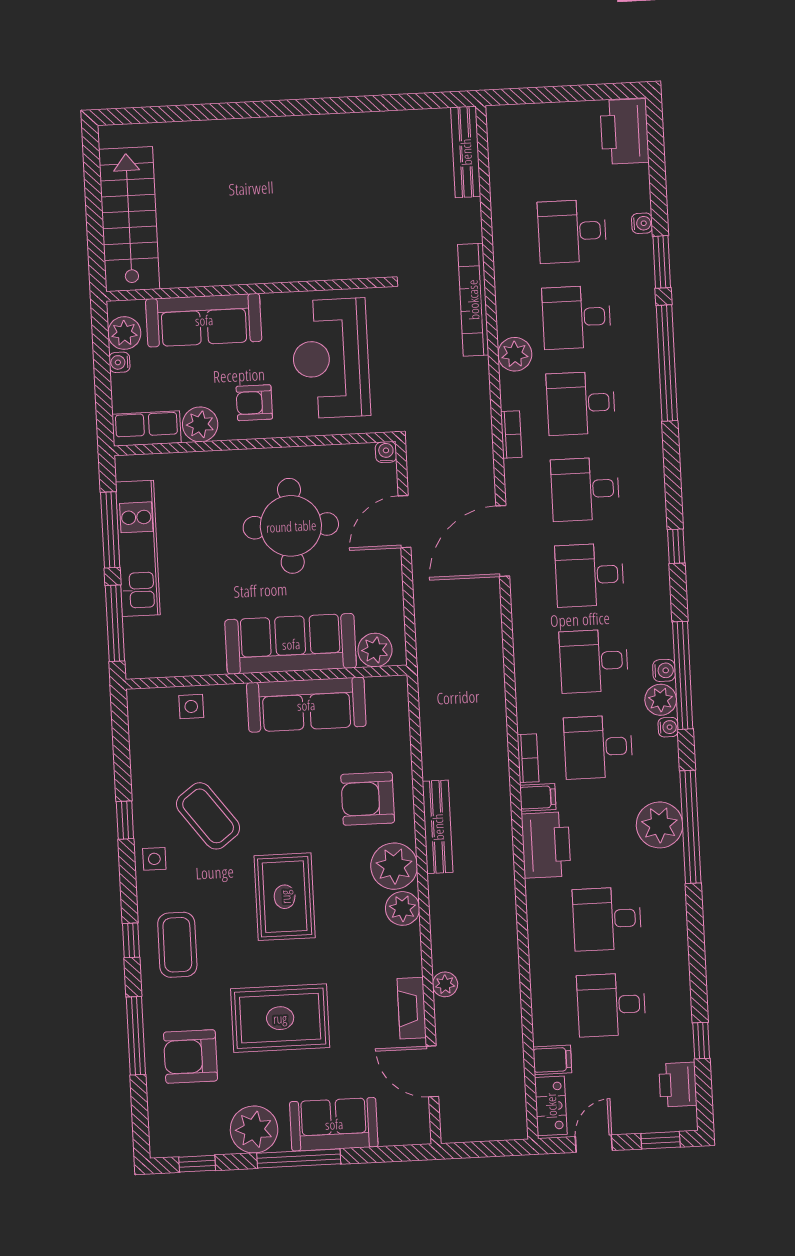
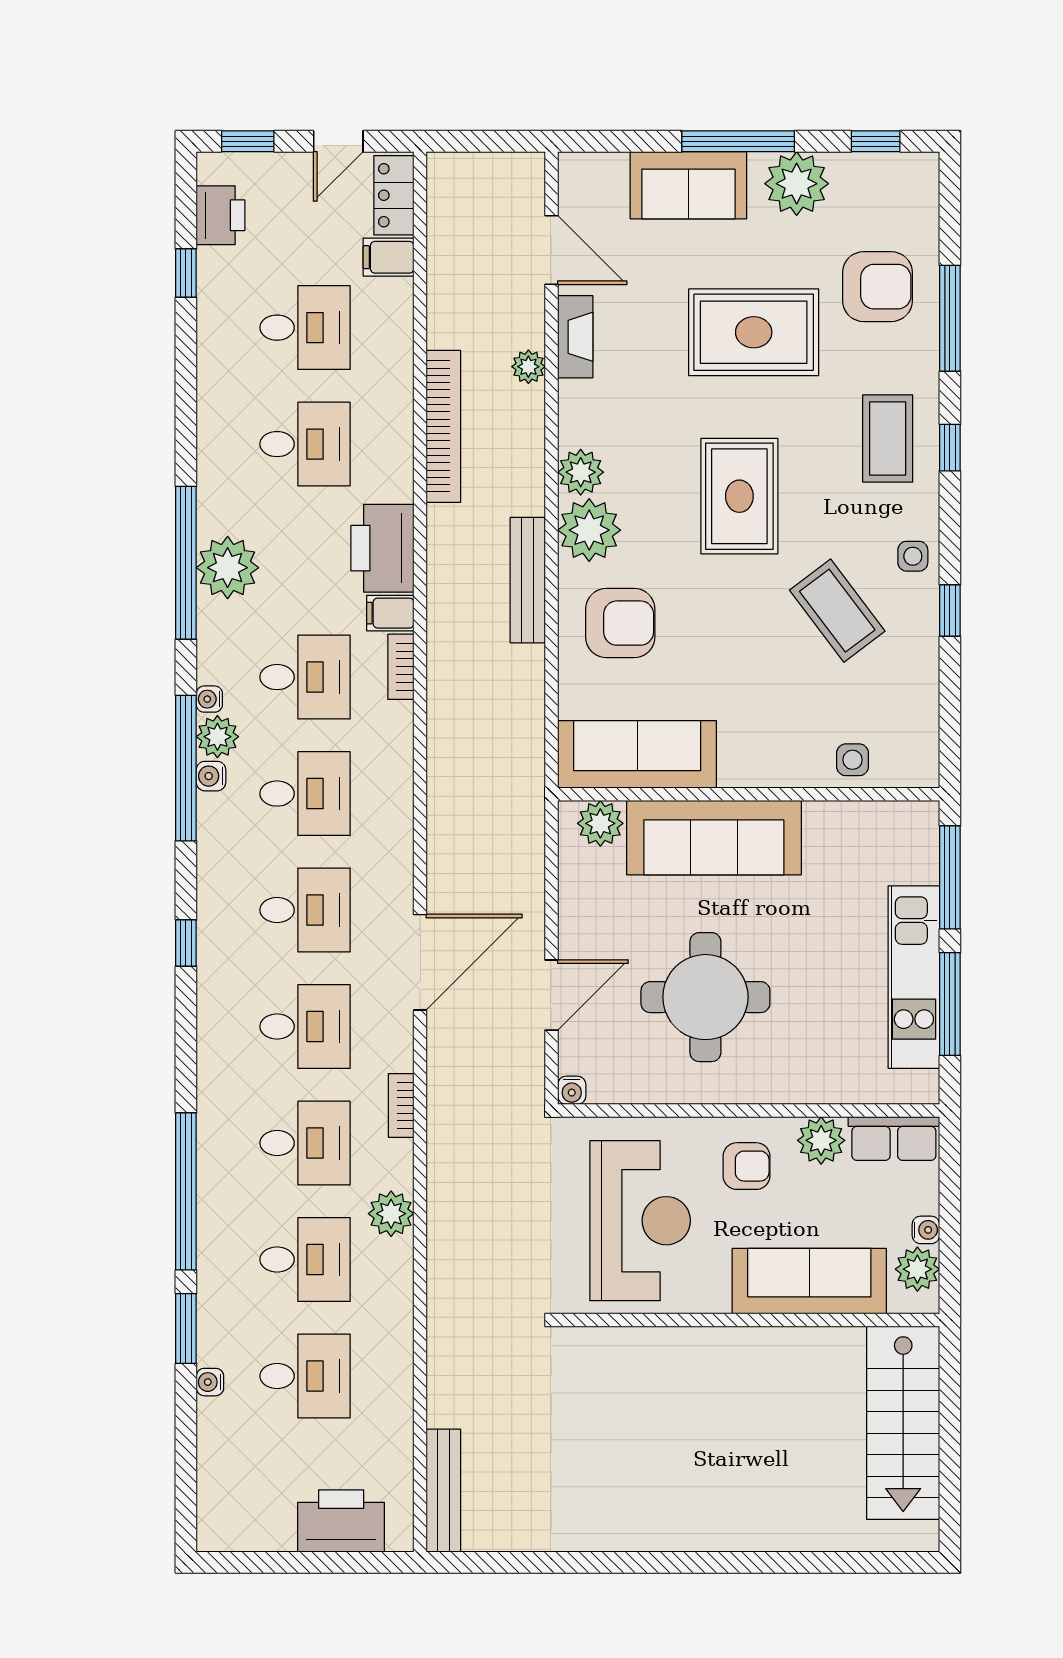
printer: (625, 131) -> (341, 1521), moved, turned -90
bookcase: (473, 300) -> (443, 426), moved
sofa: (306, 705) -> (637, 754), moved

